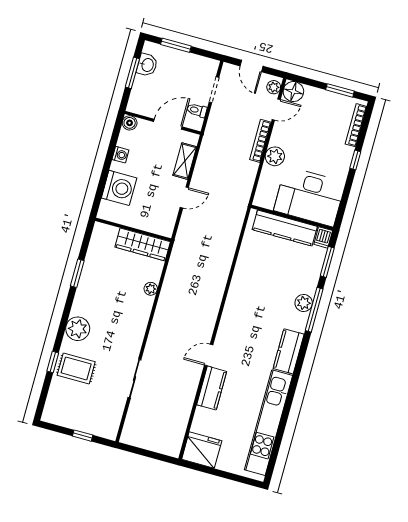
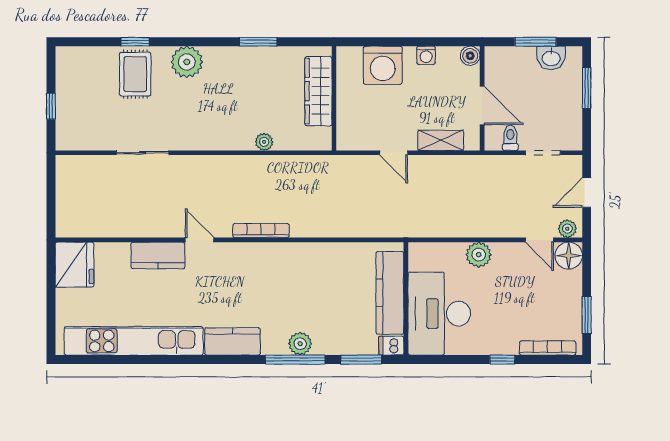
bookcase: (260, 141) -> (261, 230), moved
wardrobe: (143, 244) -> (318, 91), moved

